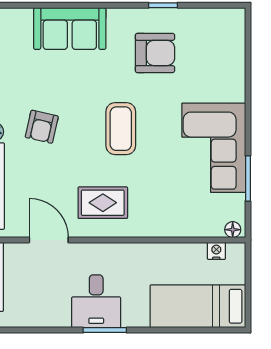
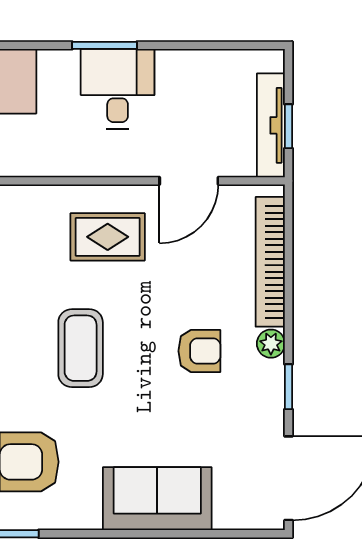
armchair: (42, 127) -> (199, 351), turned 77
door: (49, 240) -> (189, 181), hinge flipped

